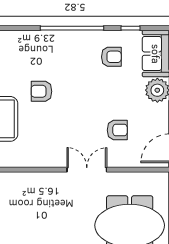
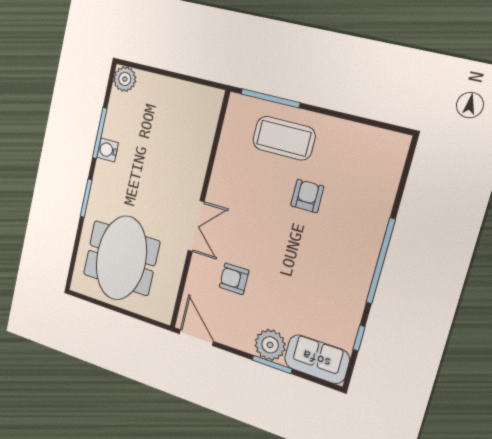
armchair: (111, 57) -> (328, 301), removed
armchair: (117, 130) -> (234, 279), turned 90

